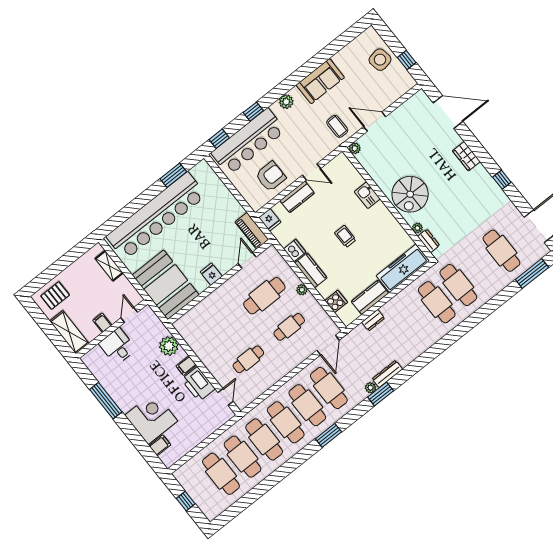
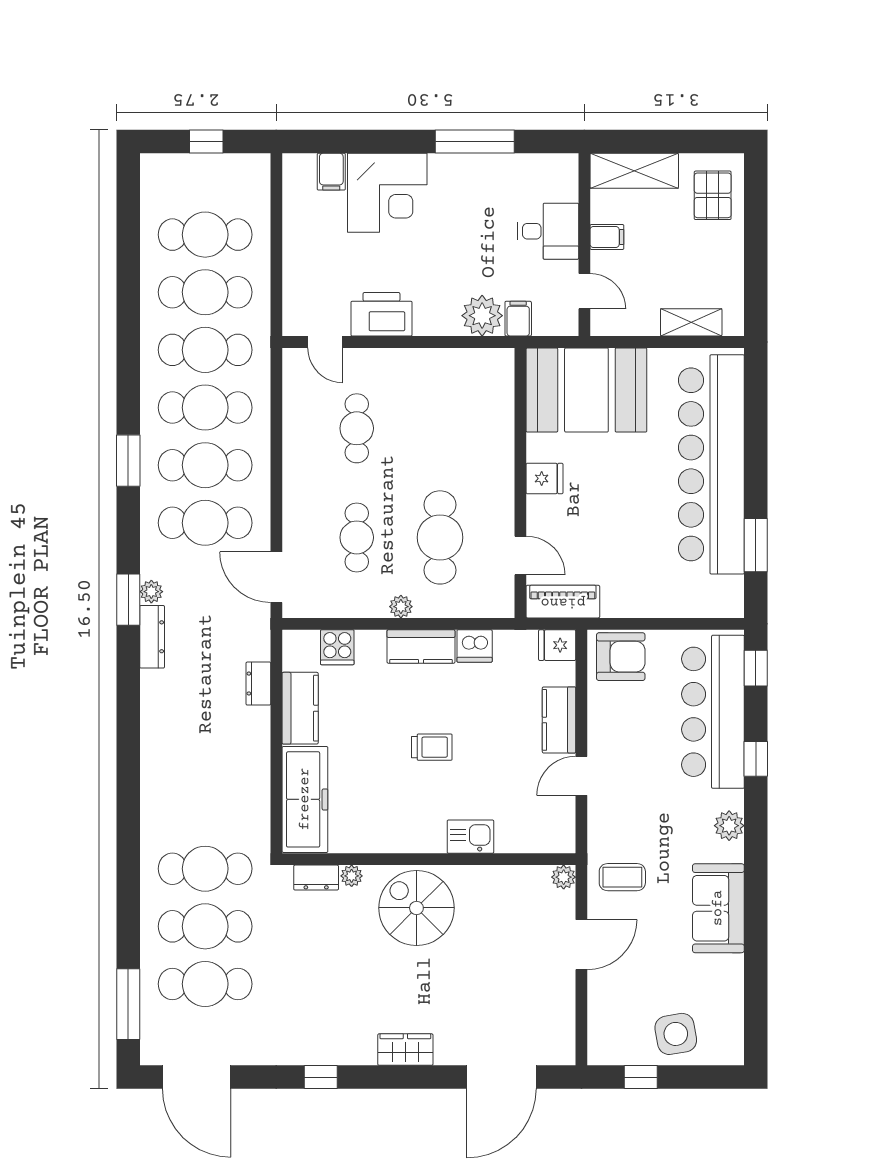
armchair: (271, 176) -> (621, 657), moved, turned -90
cafe table: (437, 302) -> (205, 926), moved
filing cabinet: (186, 366) -> (518, 319), moved

